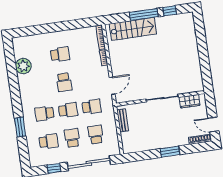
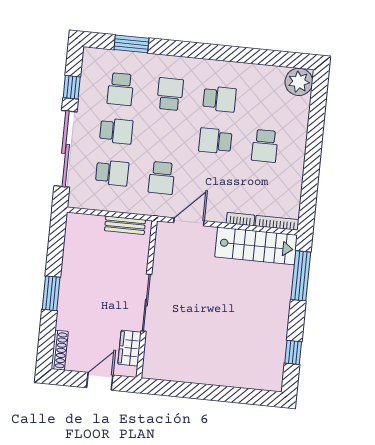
window: (144, 14) -> (301, 276), moved
stairs: (133, 29) -> (256, 246), moved, turned -90
plant: (23, 66) -> (299, 82), moved
door: (112, 86) -> (189, 222), swing flipped
school desk: (68, 110) -> (219, 99), moved, turned -90
door: (213, 124) -> (100, 381), moved
window: (20, 127) -> (131, 44), moved

